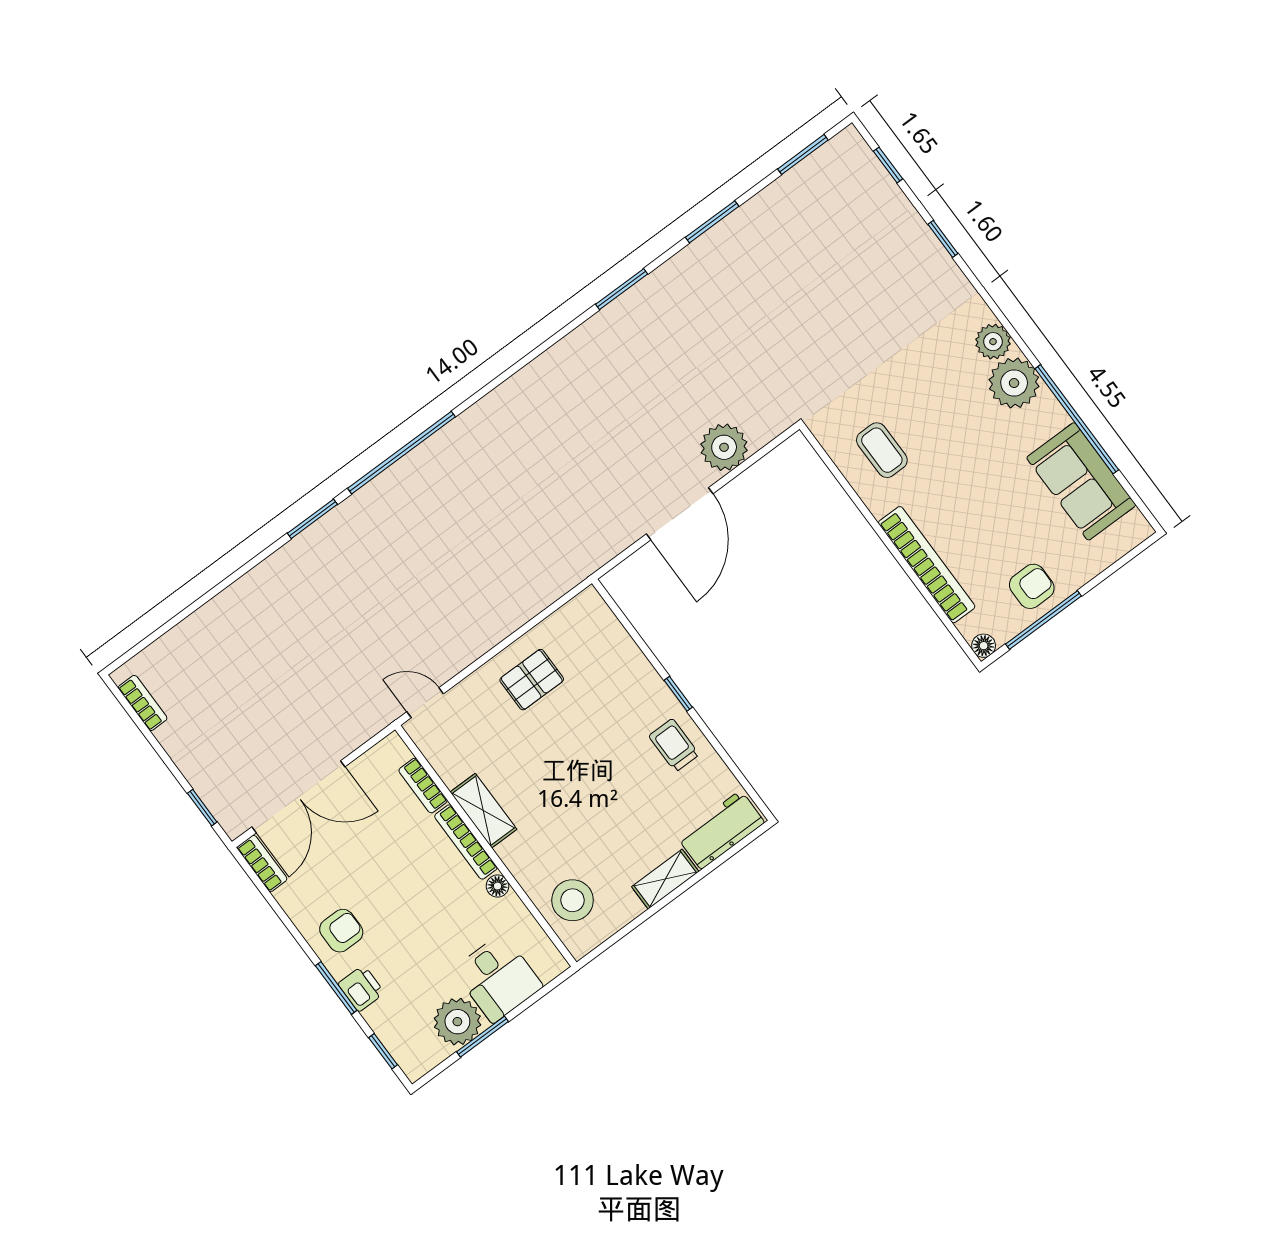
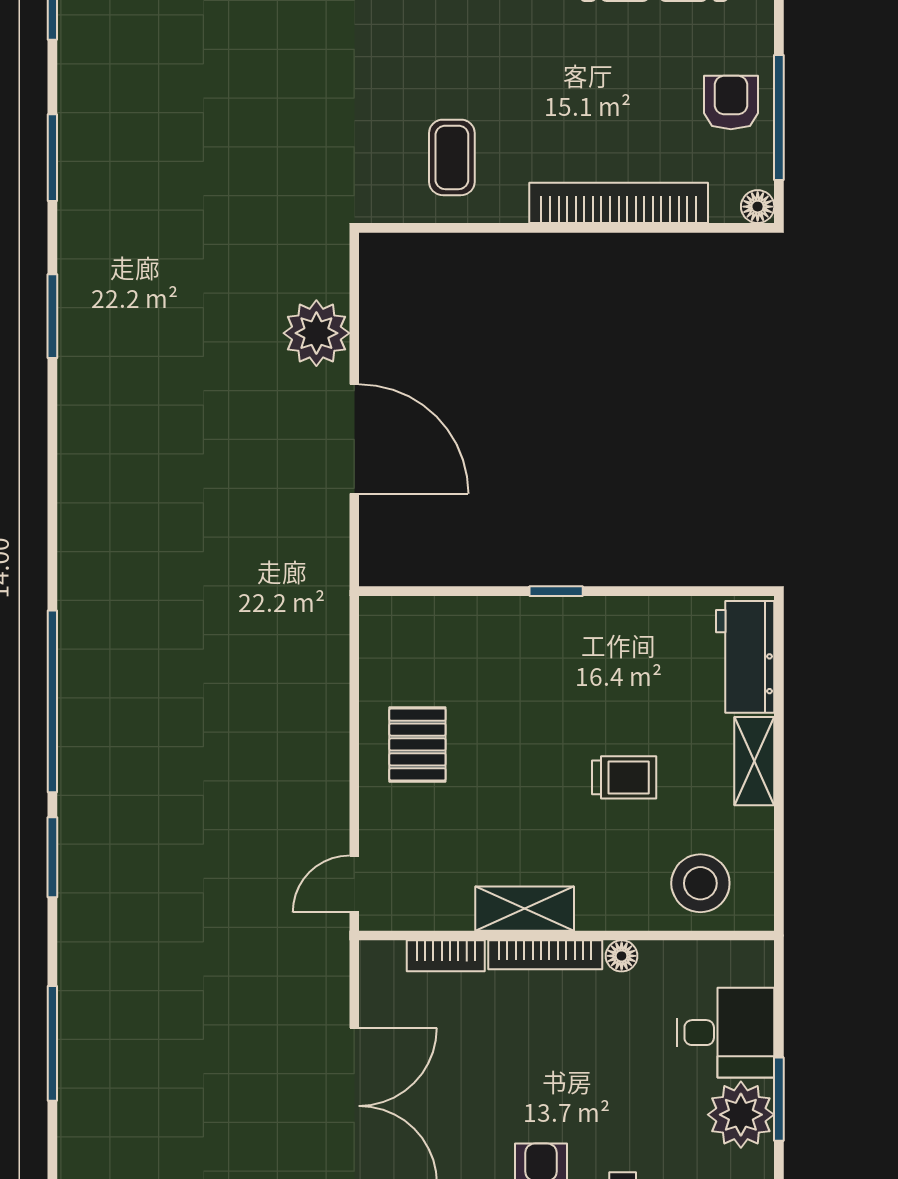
coffee table: (882, 450) -> (452, 157), turned 90
window: (206, 598) -> (52, 1043), added
trolley: (674, 745) -> (624, 777), moved, turned 180

